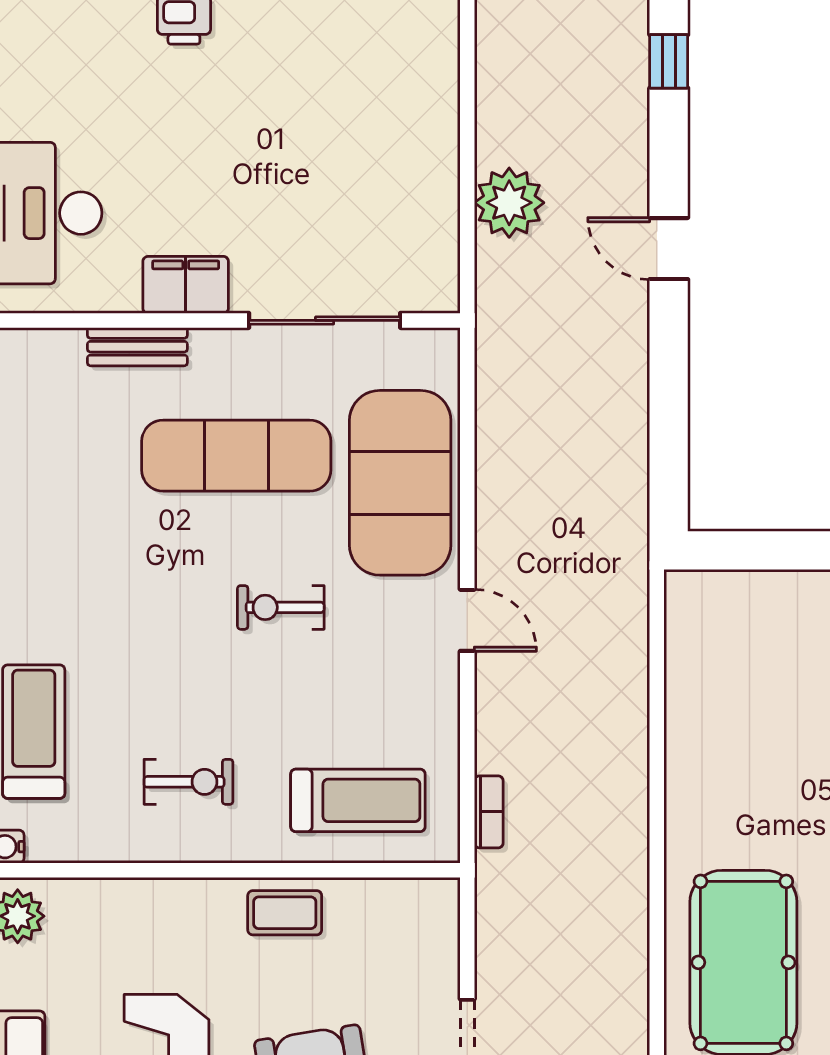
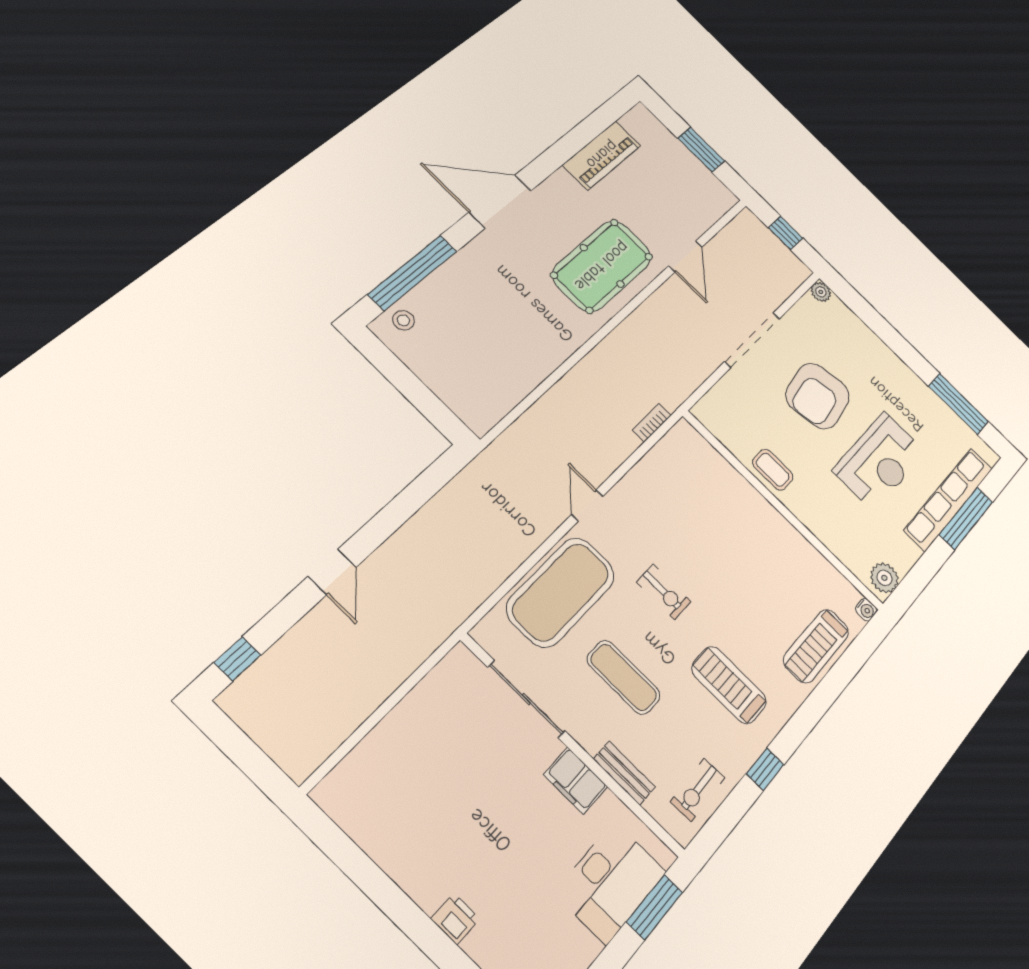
plant: (509, 203) -> (385, 668), removed
exercise mat: (236, 456) -> (624, 677), width x0.73, depth x0.69
exercise bike: (189, 782) -> (698, 790), moved, turned -92
treadmill: (358, 800) -> (729, 685), moved

